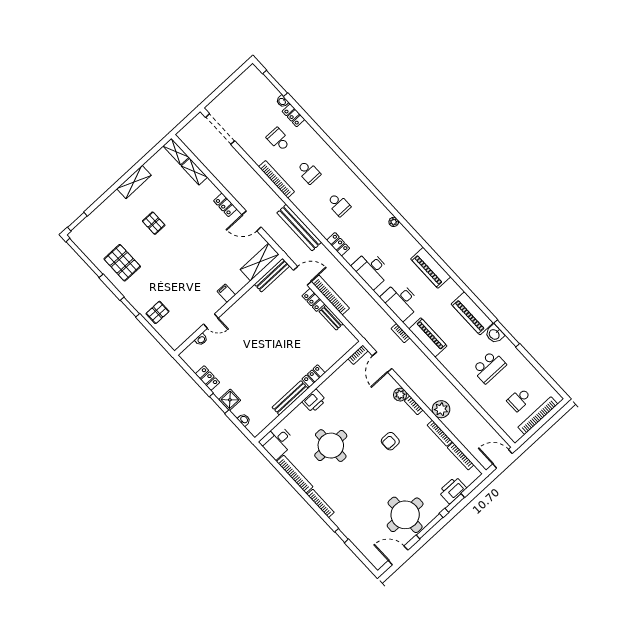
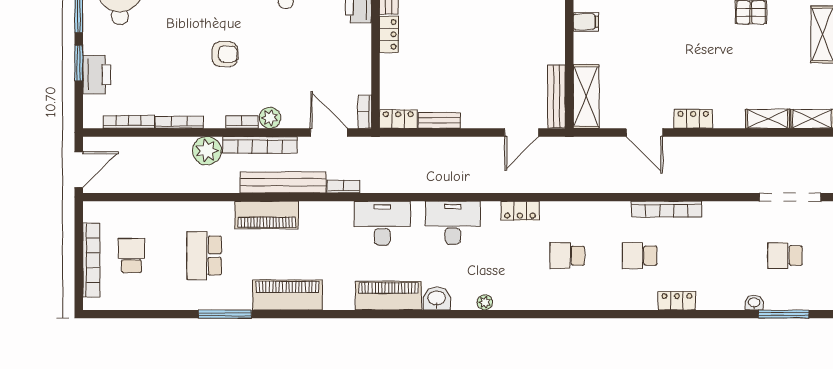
locker: (294, 115) -> (677, 301), moved
school desk: (278, 140) -> (785, 256), moved, turned 180
door: (252, 221) -> (644, 132), swing flipped
bench: (299, 228) -> (283, 182), moved
bookcase: (330, 295) -> (260, 145), moved
locker: (313, 300) -> (398, 119), moved
washbasin: (494, 334) -> (437, 299), moved
piano: (428, 337) -> (267, 215), moved
armchair: (390, 441) -> (225, 54), turned 90

